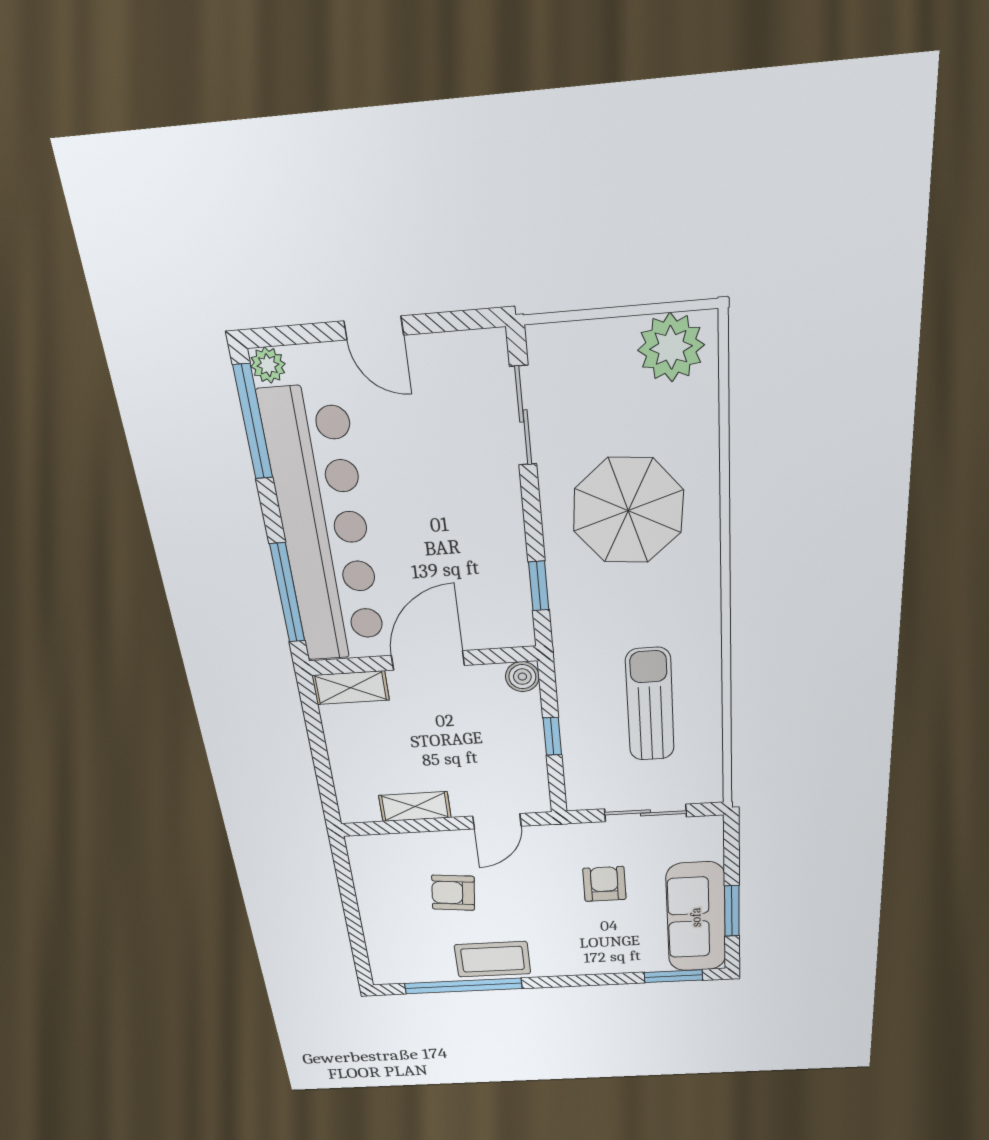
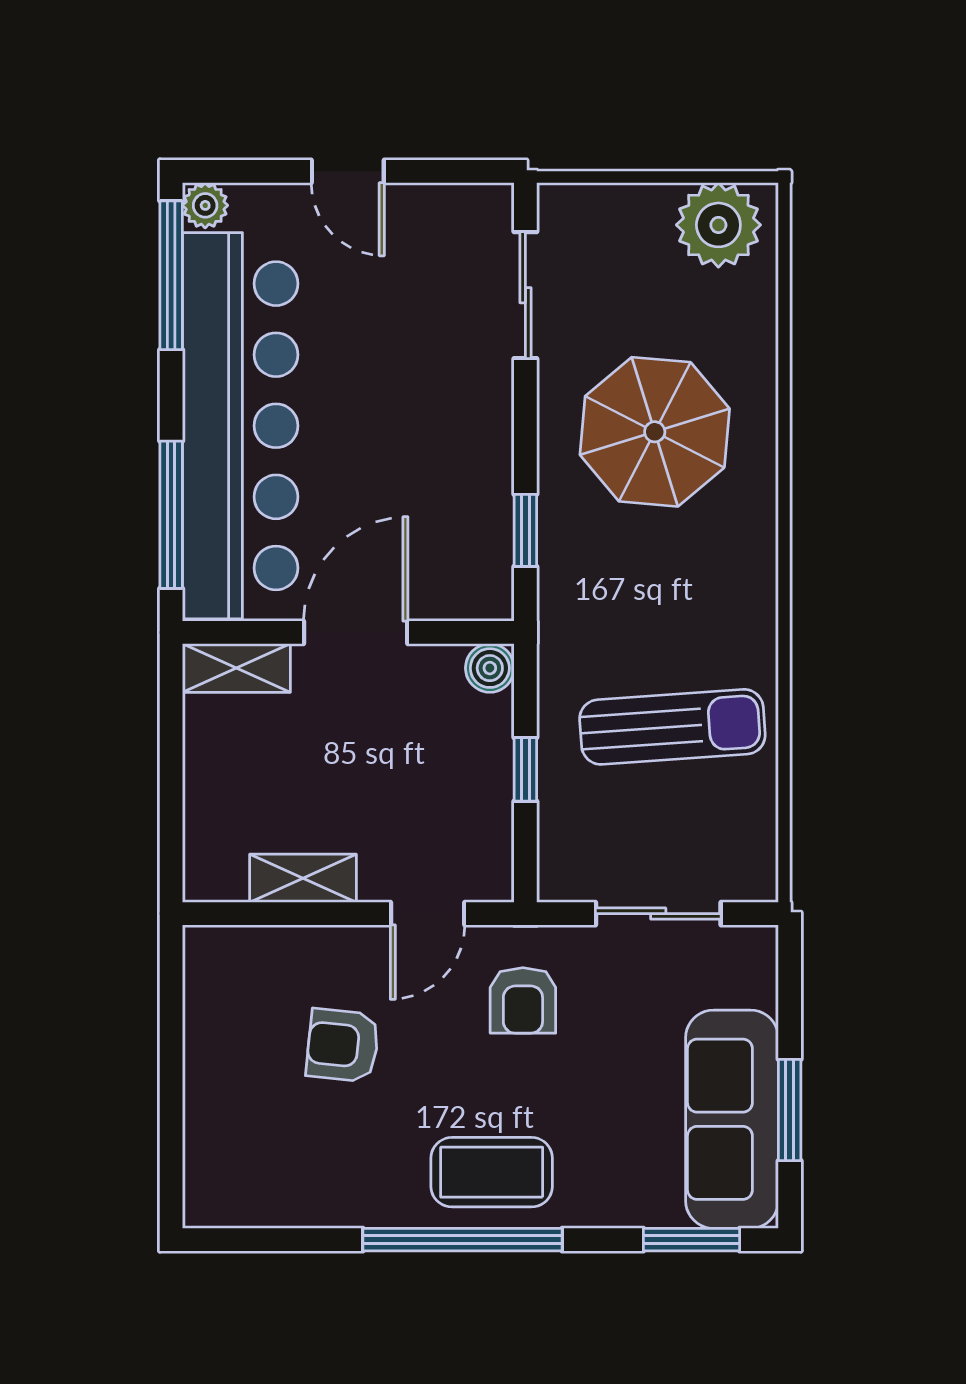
sun lounger: (650, 705) -> (672, 727), turned 86
armchair: (604, 884) -> (523, 1000), moved, turned 180
coffee table: (493, 959) -> (492, 1172), moved
window: (463, 986) -> (462, 1240), moved

